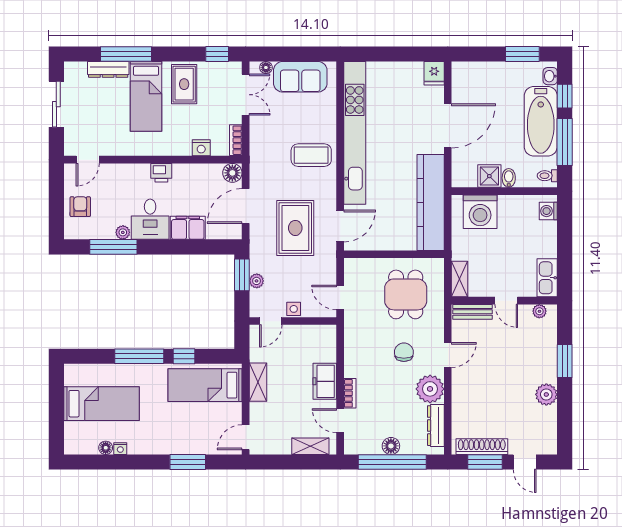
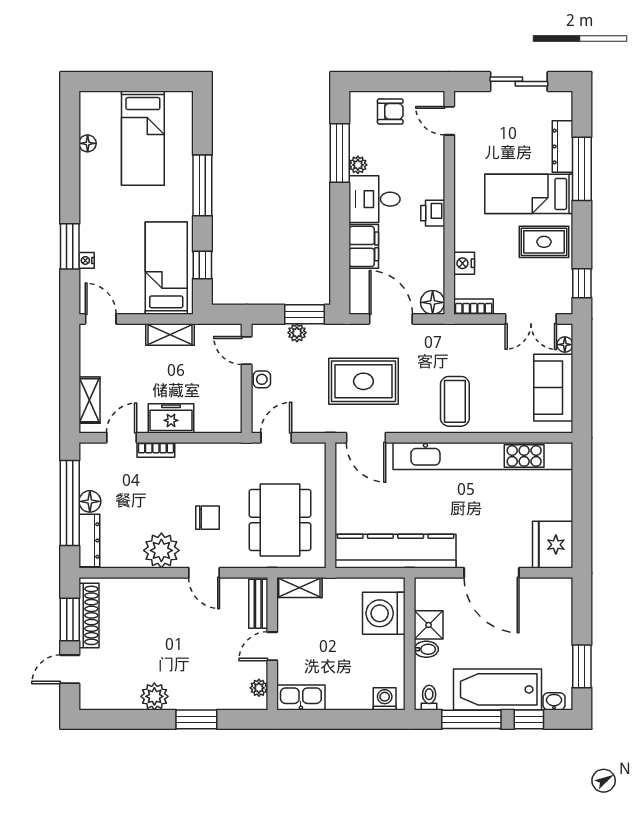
fridge: (434, 73) -> (553, 545), width x1.88, depth x1.34
dining table: (406, 294) -> (280, 520), width x1.38
window: (184, 356) -> (202, 265), moved
dresser: (436, 426) -> (89, 541), moved, turned 90
nightstand: (120, 449) -> (87, 260), moved

